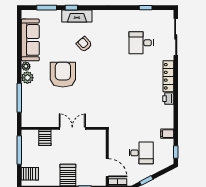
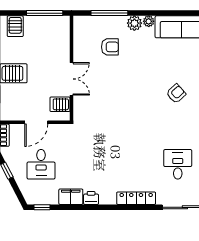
armchair: (63, 75) -> (110, 47), moved, width x0.53, depth x0.53
printer: (168, 99) -> (91, 198), moved
filing cabinet: (167, 134) -> (71, 197), width x2.00
server rack: (45, 138) -> (60, 104), moved
door: (107, 168) -> (36, 122), moved

